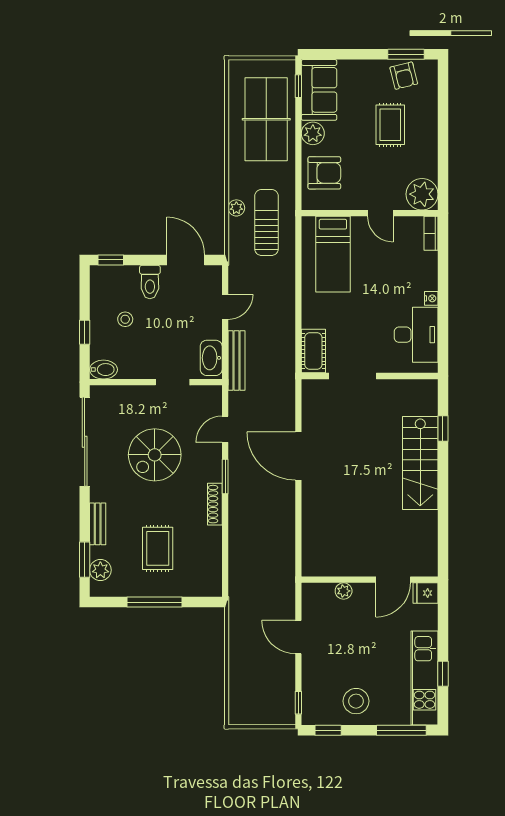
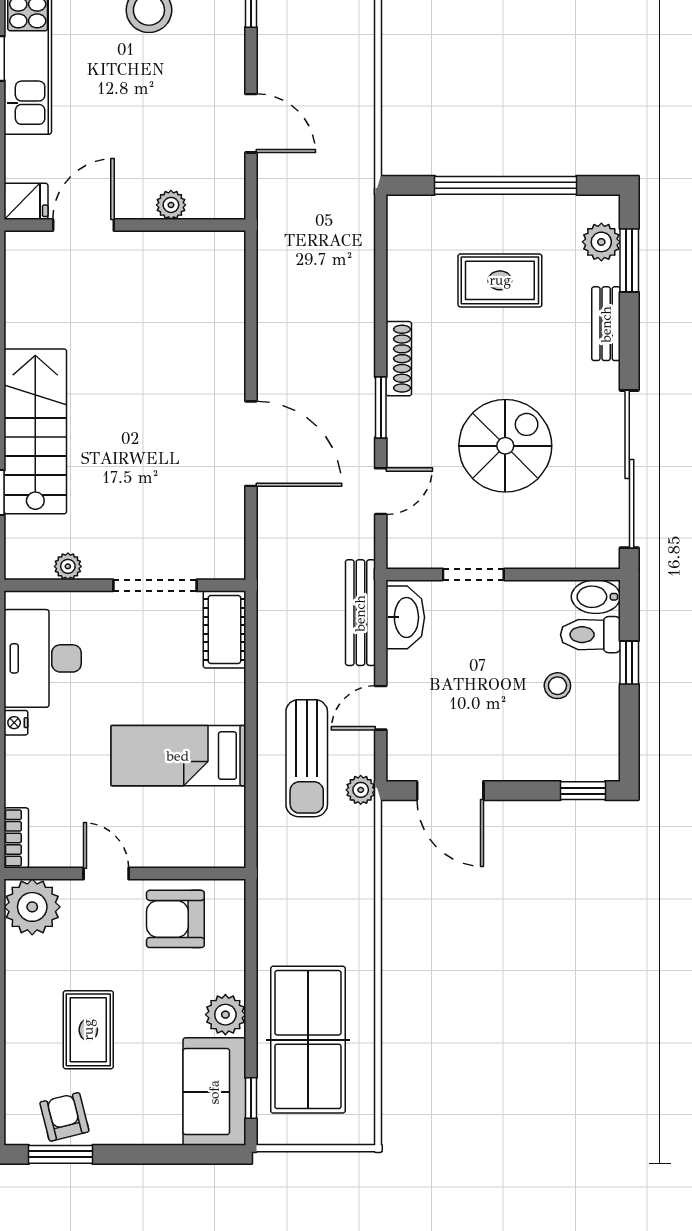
armchair: (324, 173) -> (175, 919), moved
plant: (236, 208) -> (361, 790), moved
sun lounger: (267, 222) -> (307, 758), moved
bed: (333, 254) -> (178, 756), moved, turned -90
toilet: (150, 282) -> (590, 635), moved, turned -90
plant: (402, 387) -> (68, 566), added
rug: (158, 548) -> (500, 280), turned 90
window: (154, 602) -> (506, 185), width x1.46

